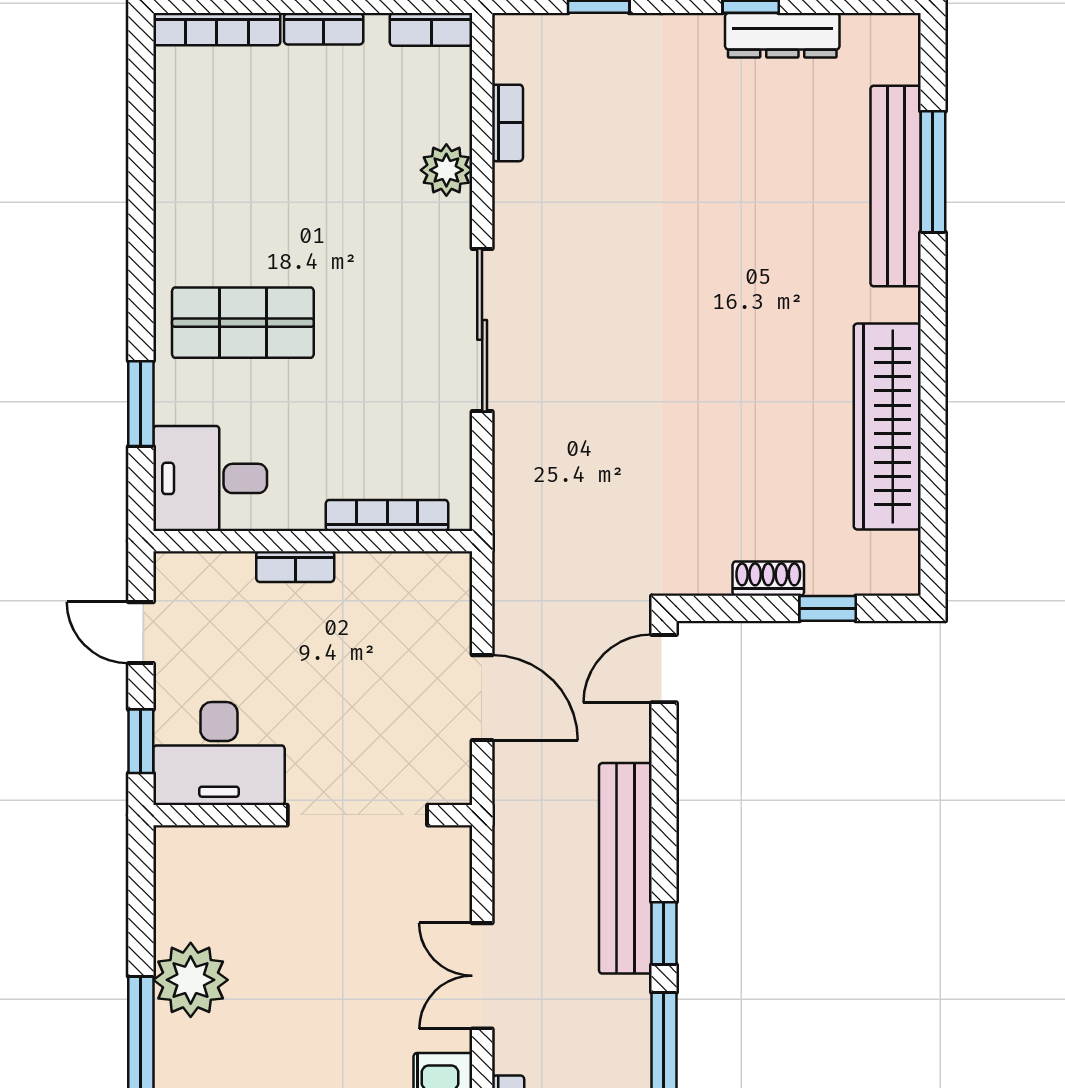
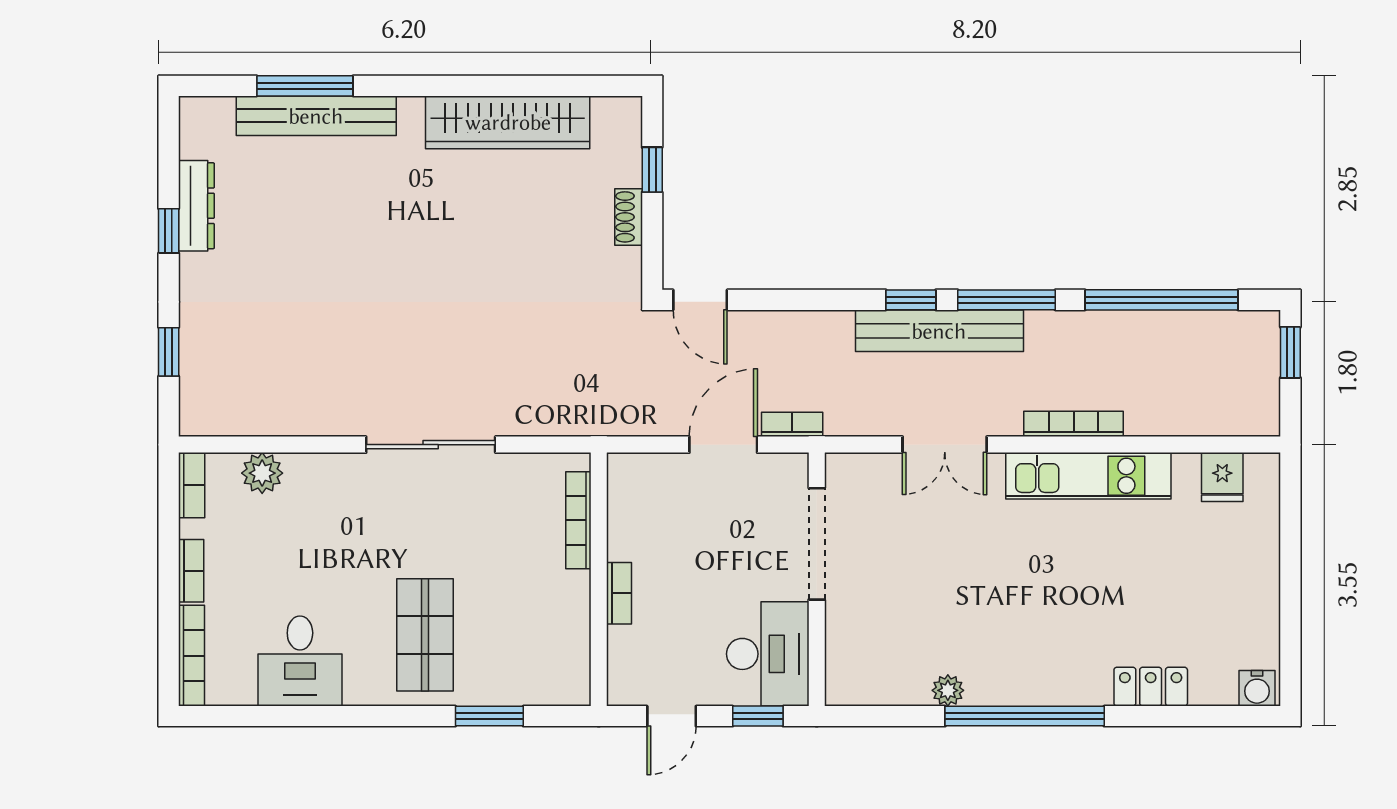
bookcase: (507, 123) -> (792, 424), moved
plant: (446, 170) -> (262, 473), moved
desk: (210, 478) -> (300, 661), moved
bench: (625, 868) -> (939, 331), moved
plant: (191, 980) -> (948, 690), width x0.53, depth x0.53

